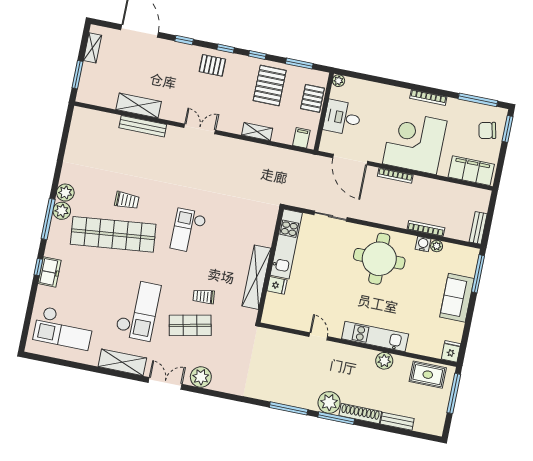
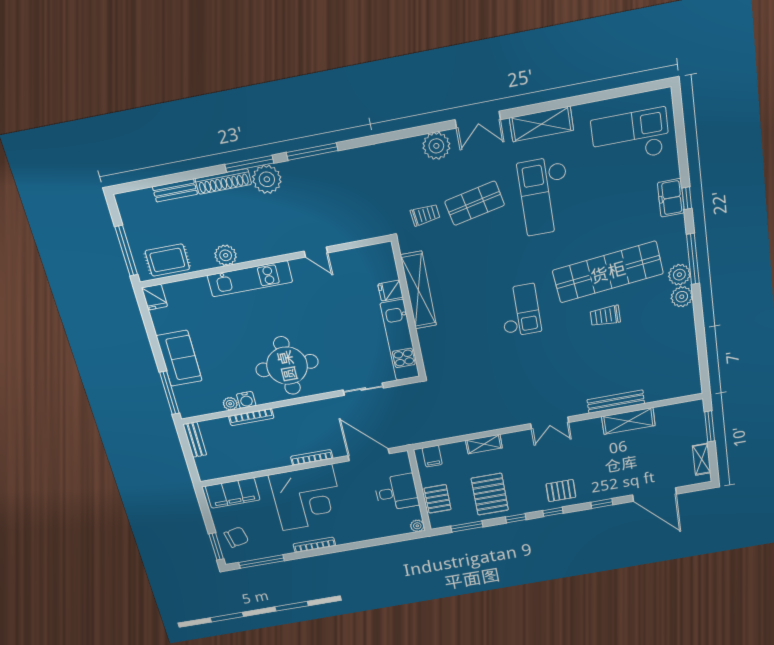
trolley: (204, 297) -> (425, 215), moved

